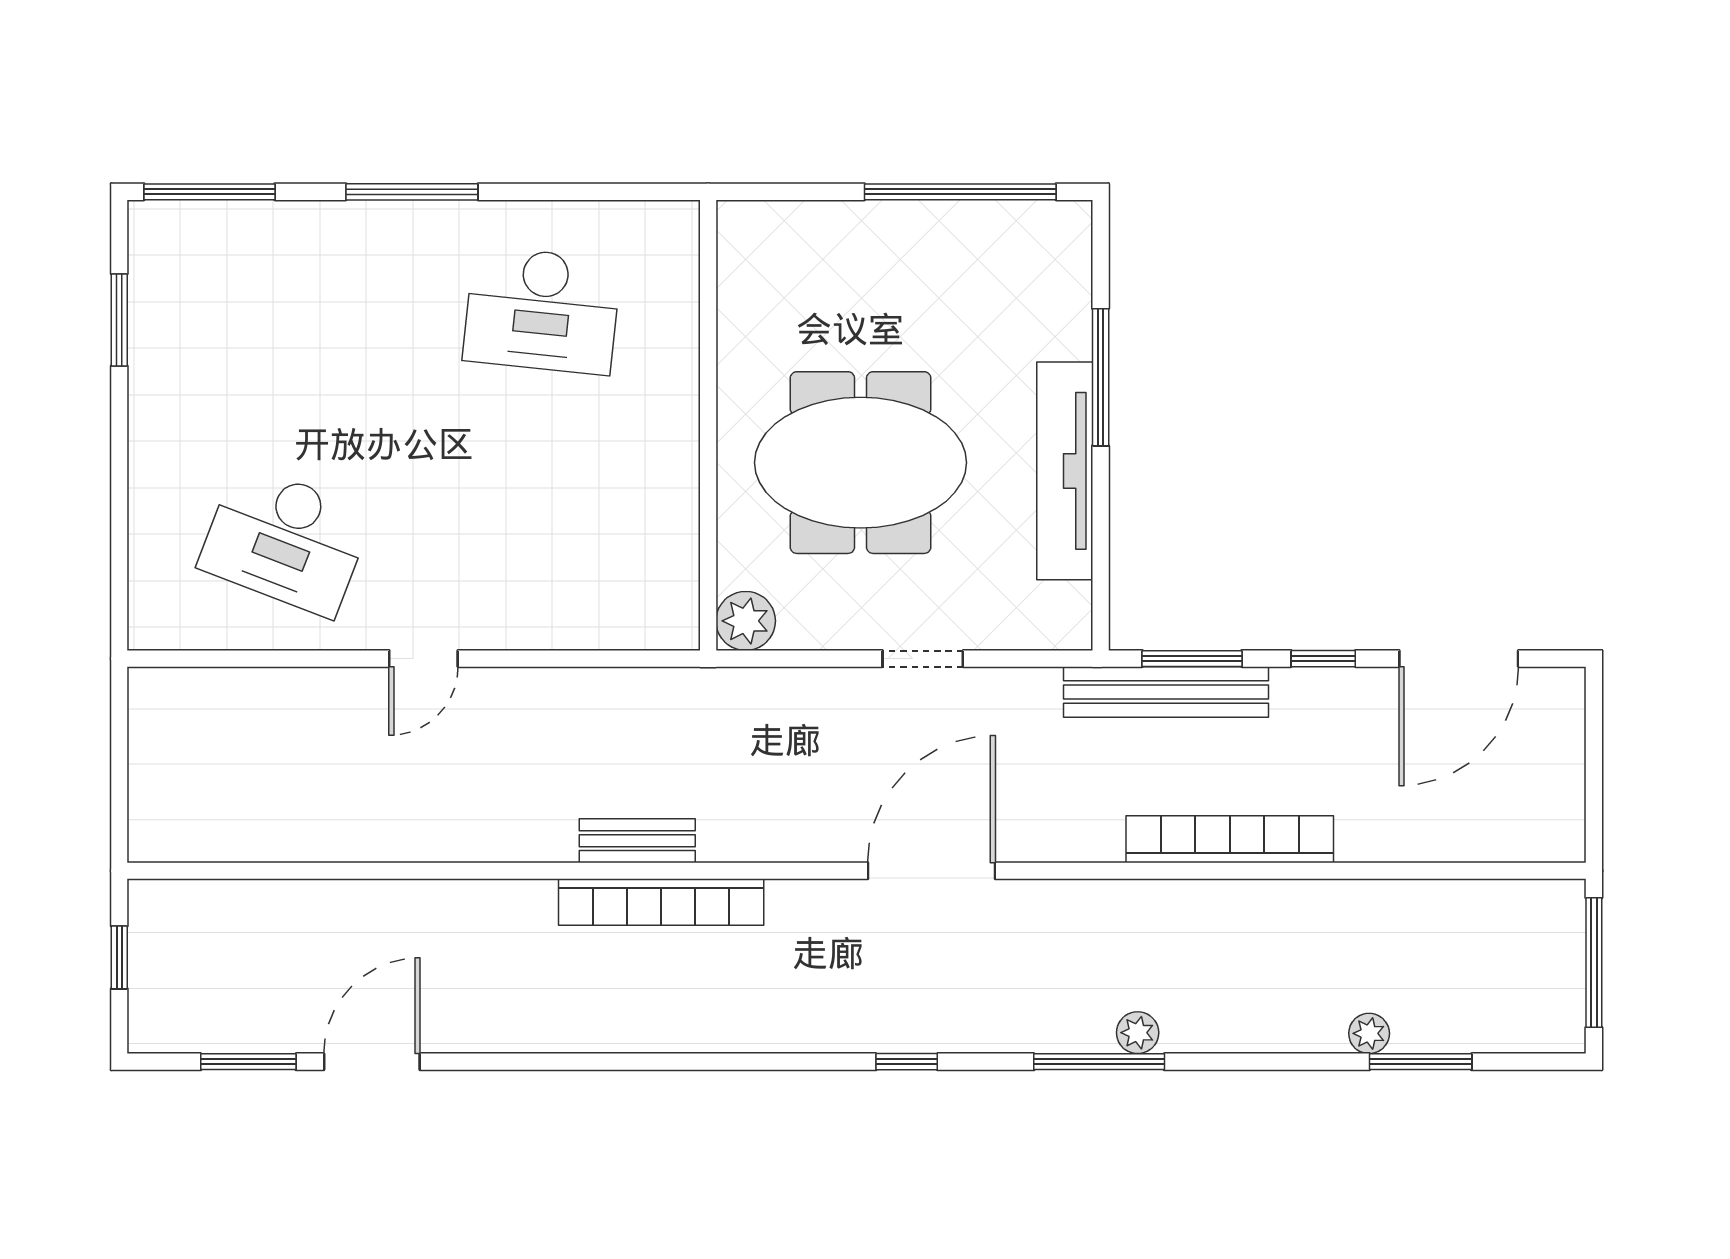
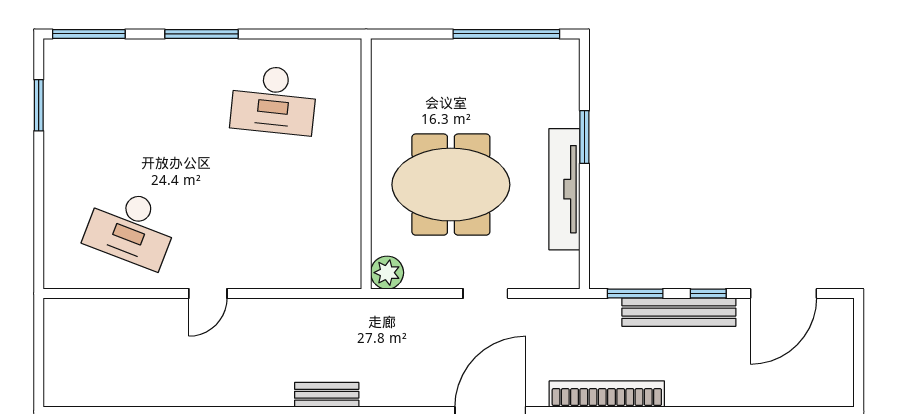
window: (1101, 377) -> (584, 137), width x0.69
bench: (1166, 692) -> (679, 312), moved
bookcase: (1230, 839) -> (607, 394), moved

